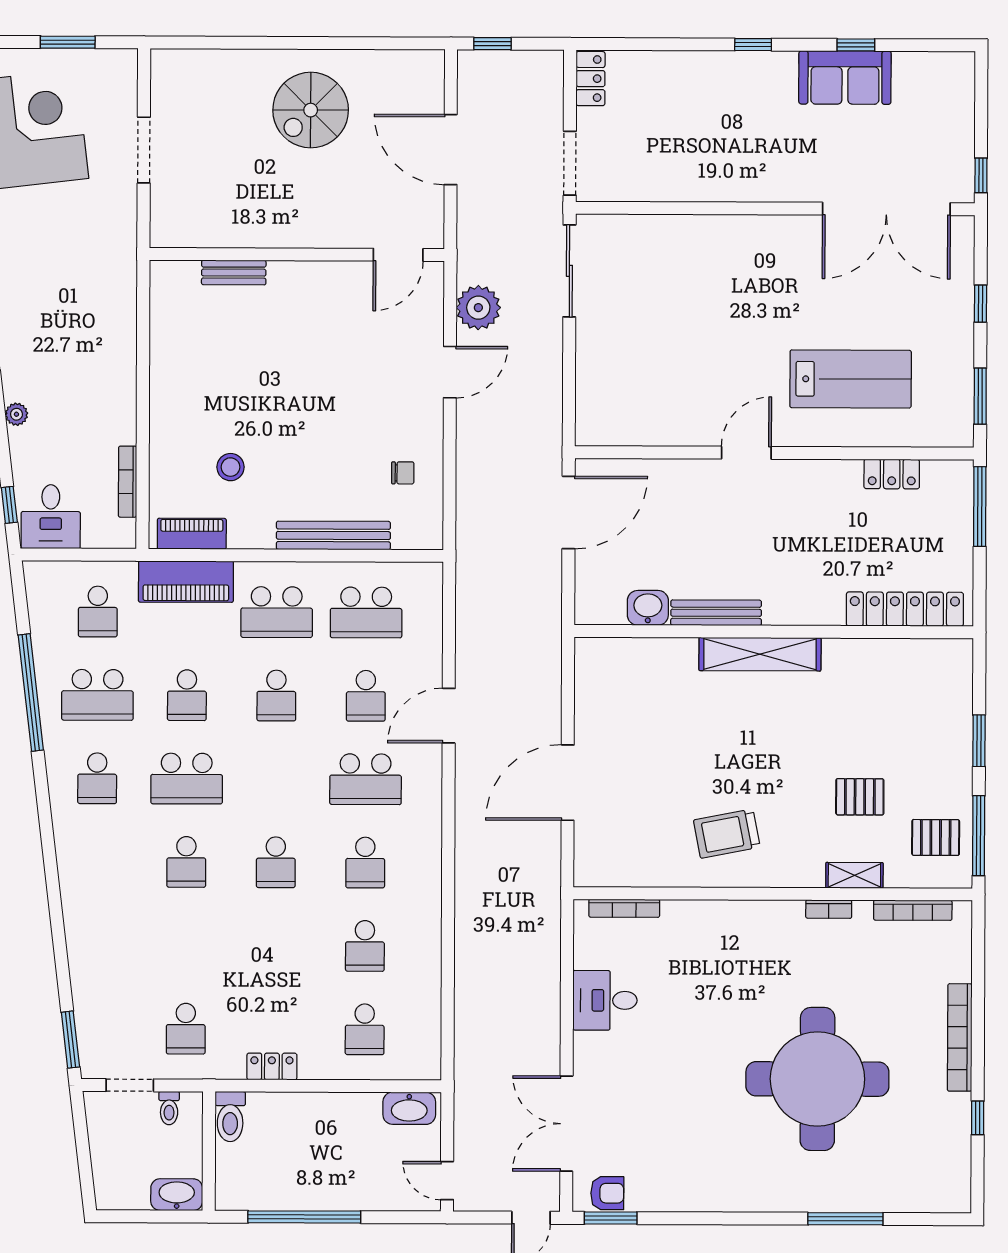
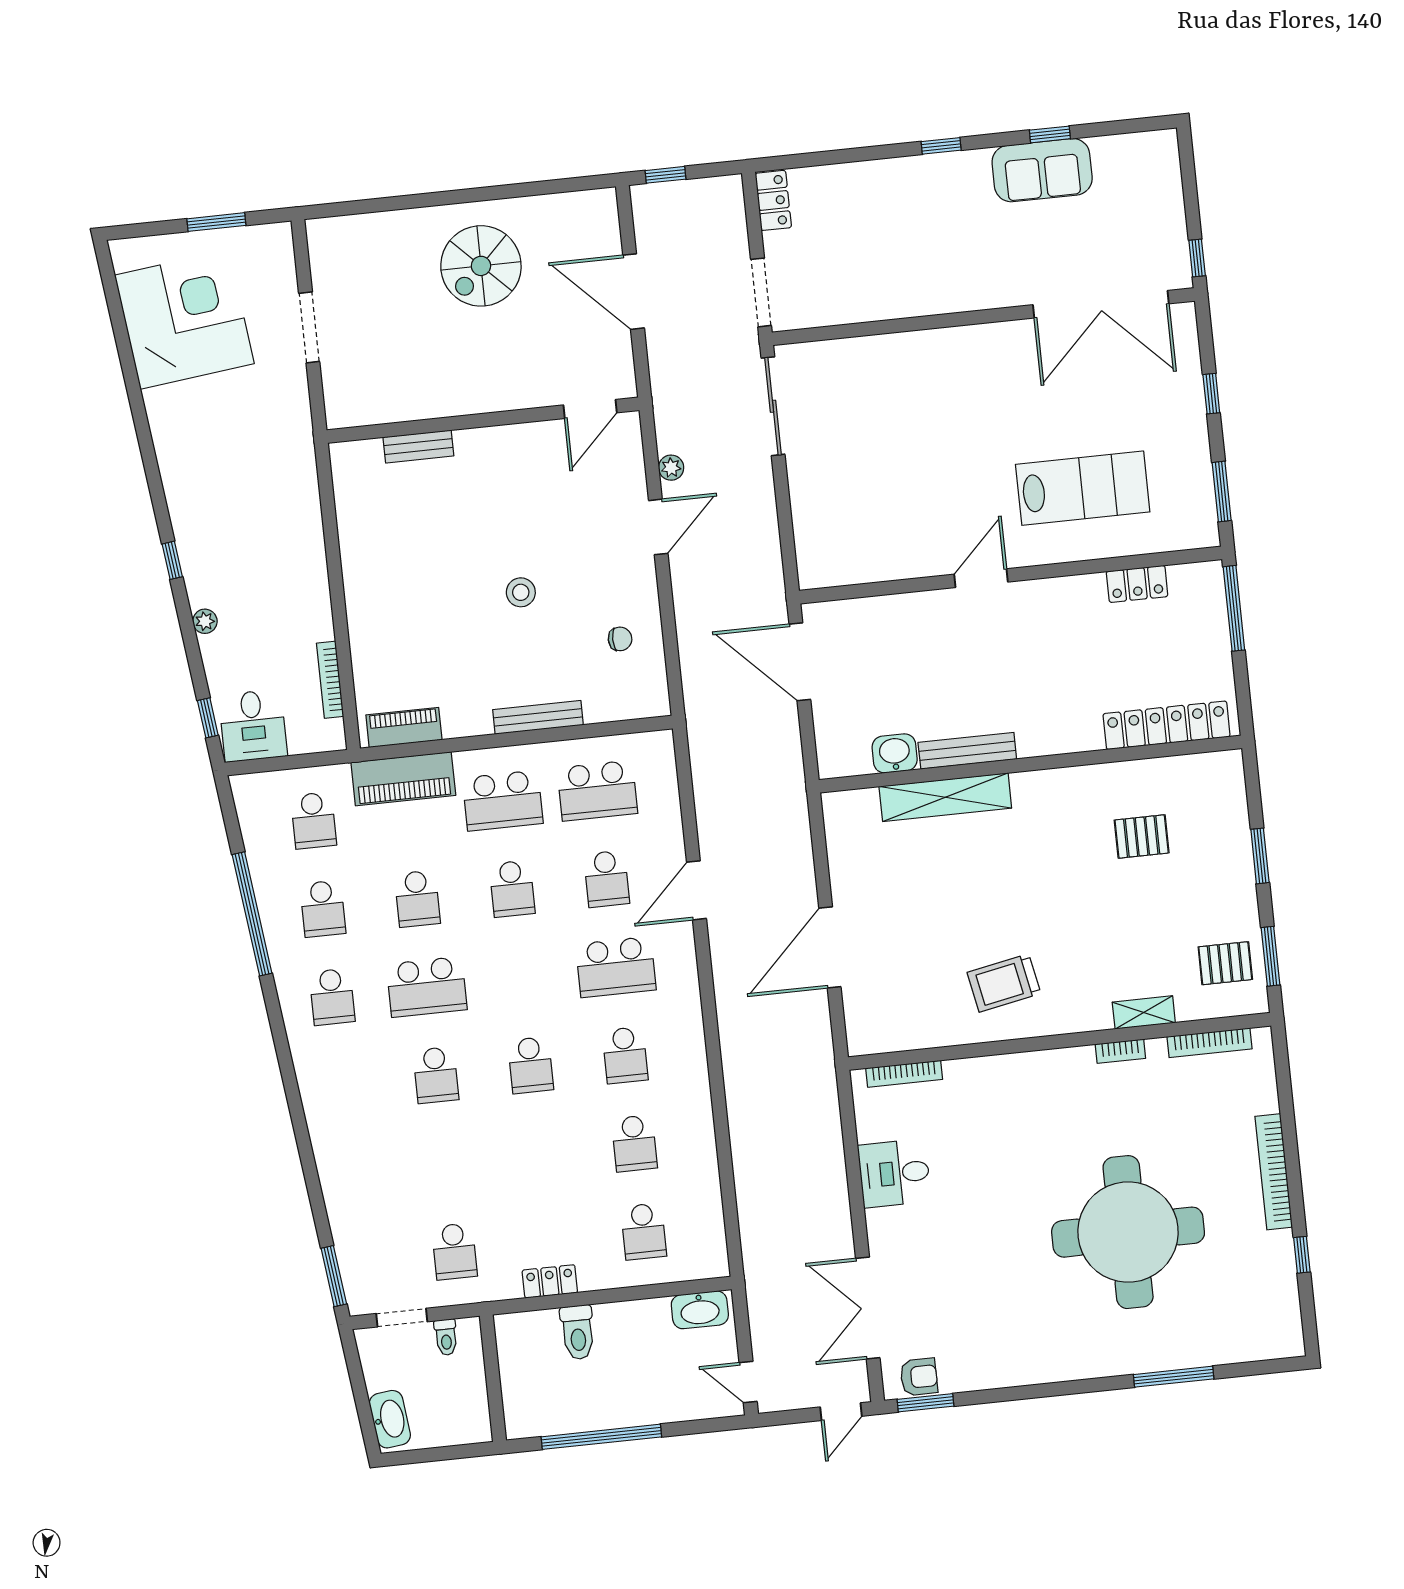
plant: (478, 308) -> (671, 468), width x0.53, depth x0.53
stool: (231, 467) -> (521, 592), moved
door: (569, 512) -> (800, 662), swing flipped
bench: (333, 535) -> (538, 717), width x0.73, depth x0.82
shelving: (760, 654) -> (945, 797), moved
school desk: (97, 695) -> (323, 909), width x0.54
pallet: (860, 797) -> (1142, 836), moved
window: (979, 836) -> (1270, 956), width x0.69
toilet: (230, 1117) -> (578, 1332), moved
washbasin: (177, 1195) -> (390, 1419), moved, turned 83

